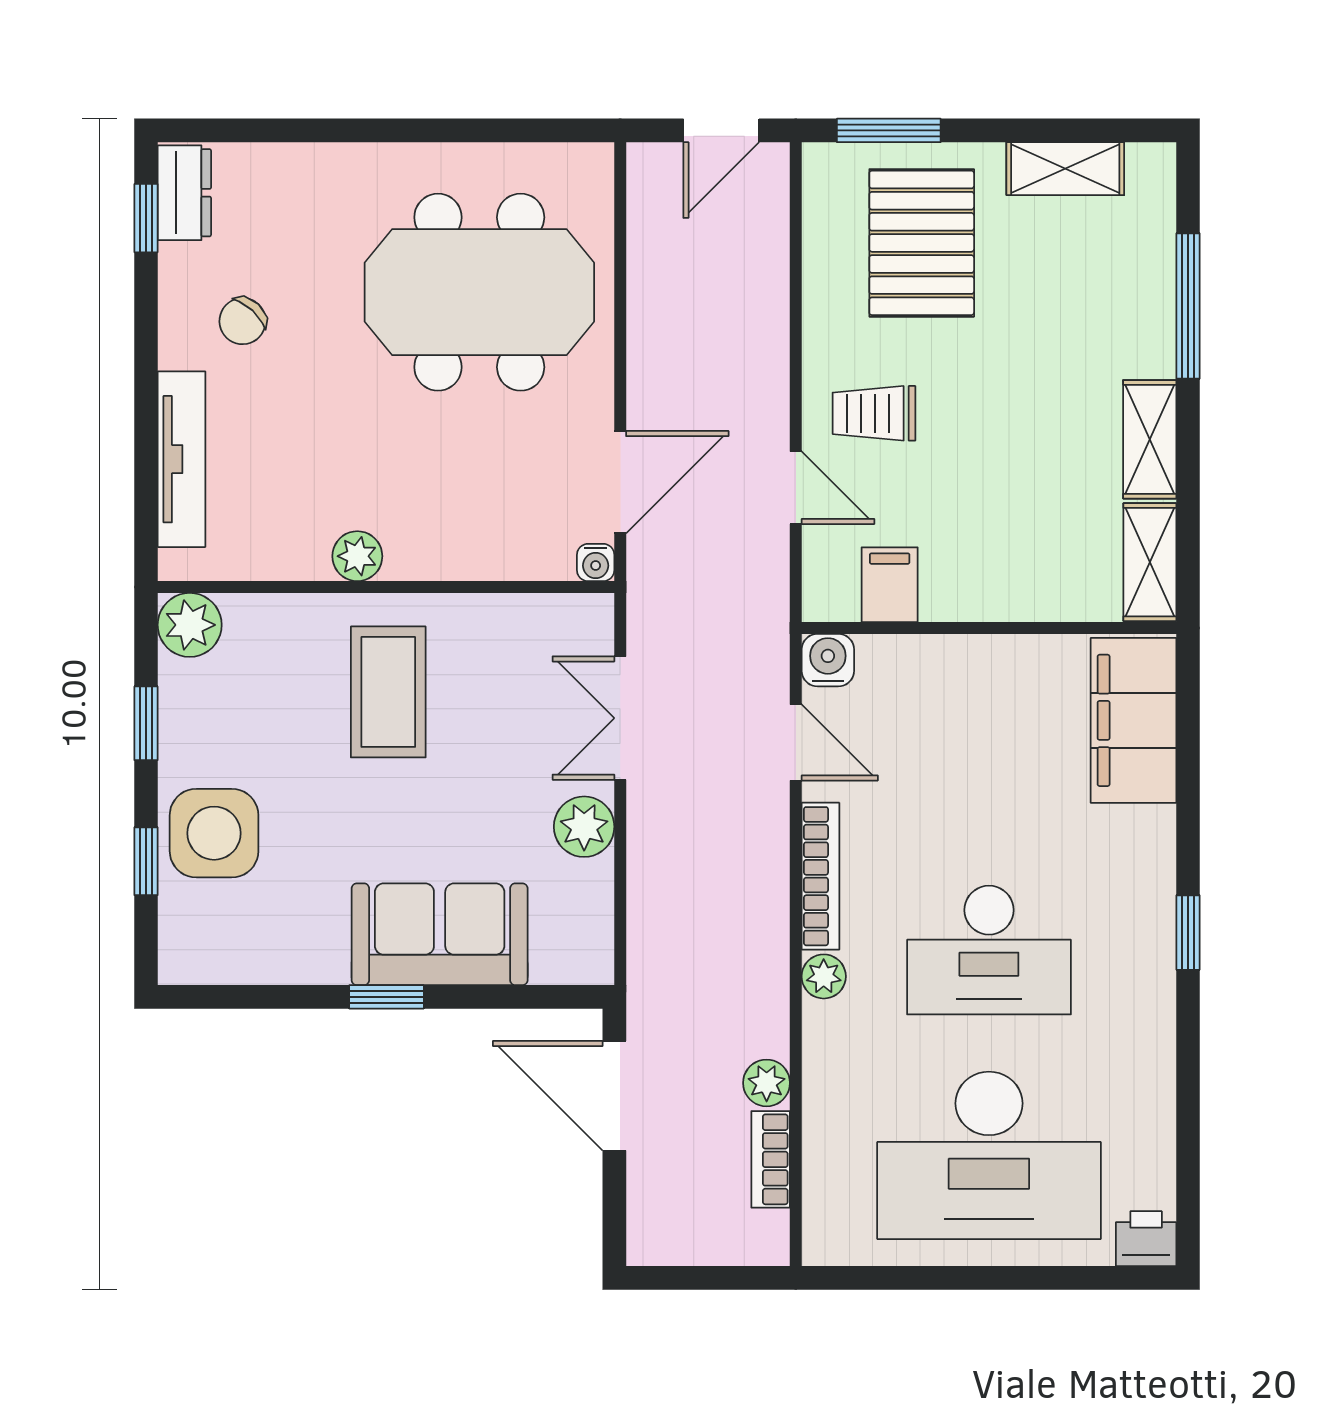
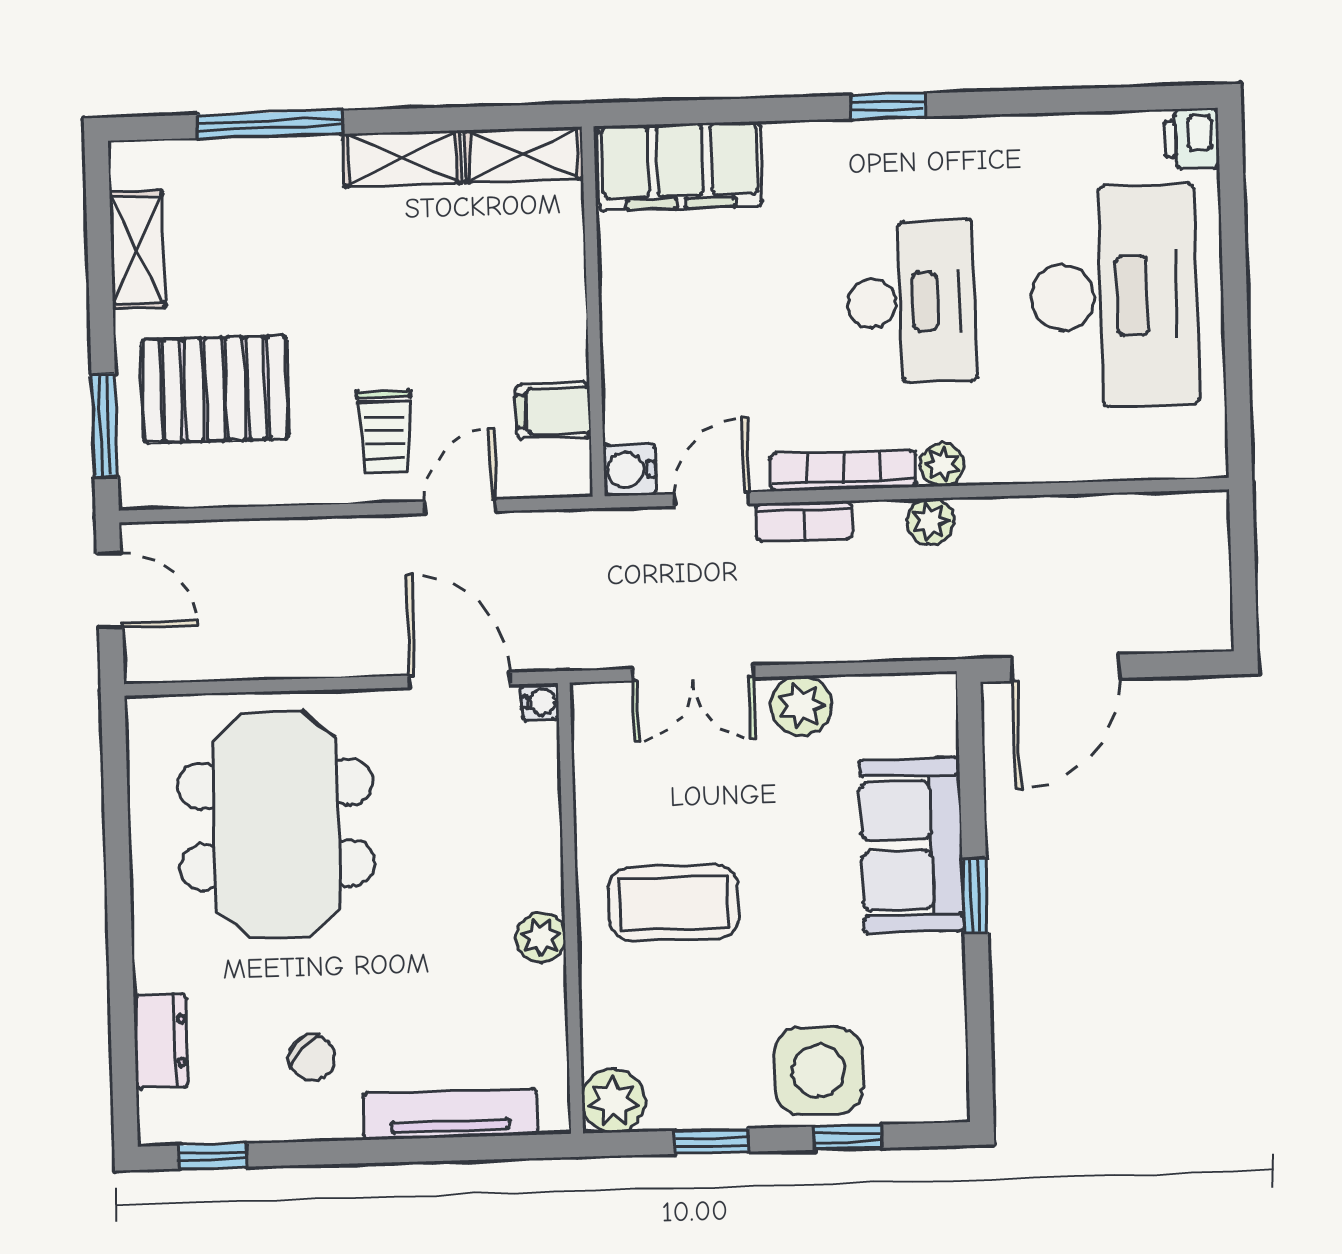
dresser: (184, 193) -> (161, 1041), moved, turned 90
plant: (767, 1083) -> (930, 521), moved
bookcase: (771, 1159) -> (804, 521), moved

